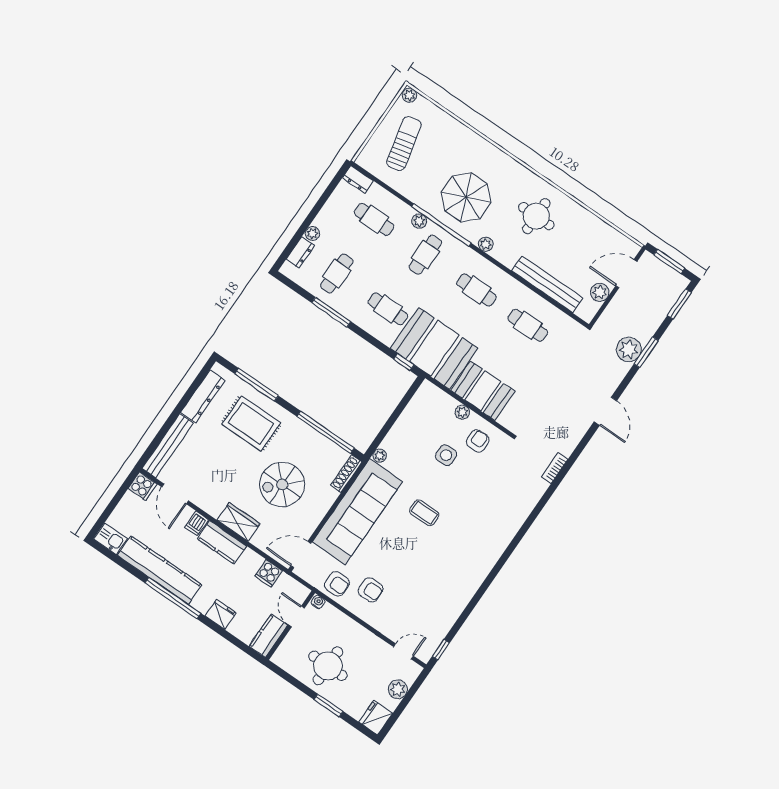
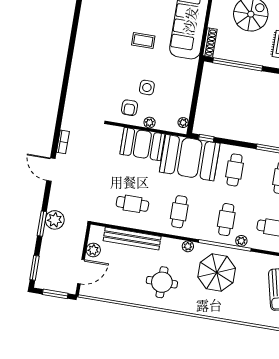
cafe table: (477, 290) -> (179, 212), turned 90
cafe table: (388, 309) -> (235, 170), turned 90
plant: (380, 456) -> (183, 123), moved
bookcase: (555, 468) -> (63, 142), moved

